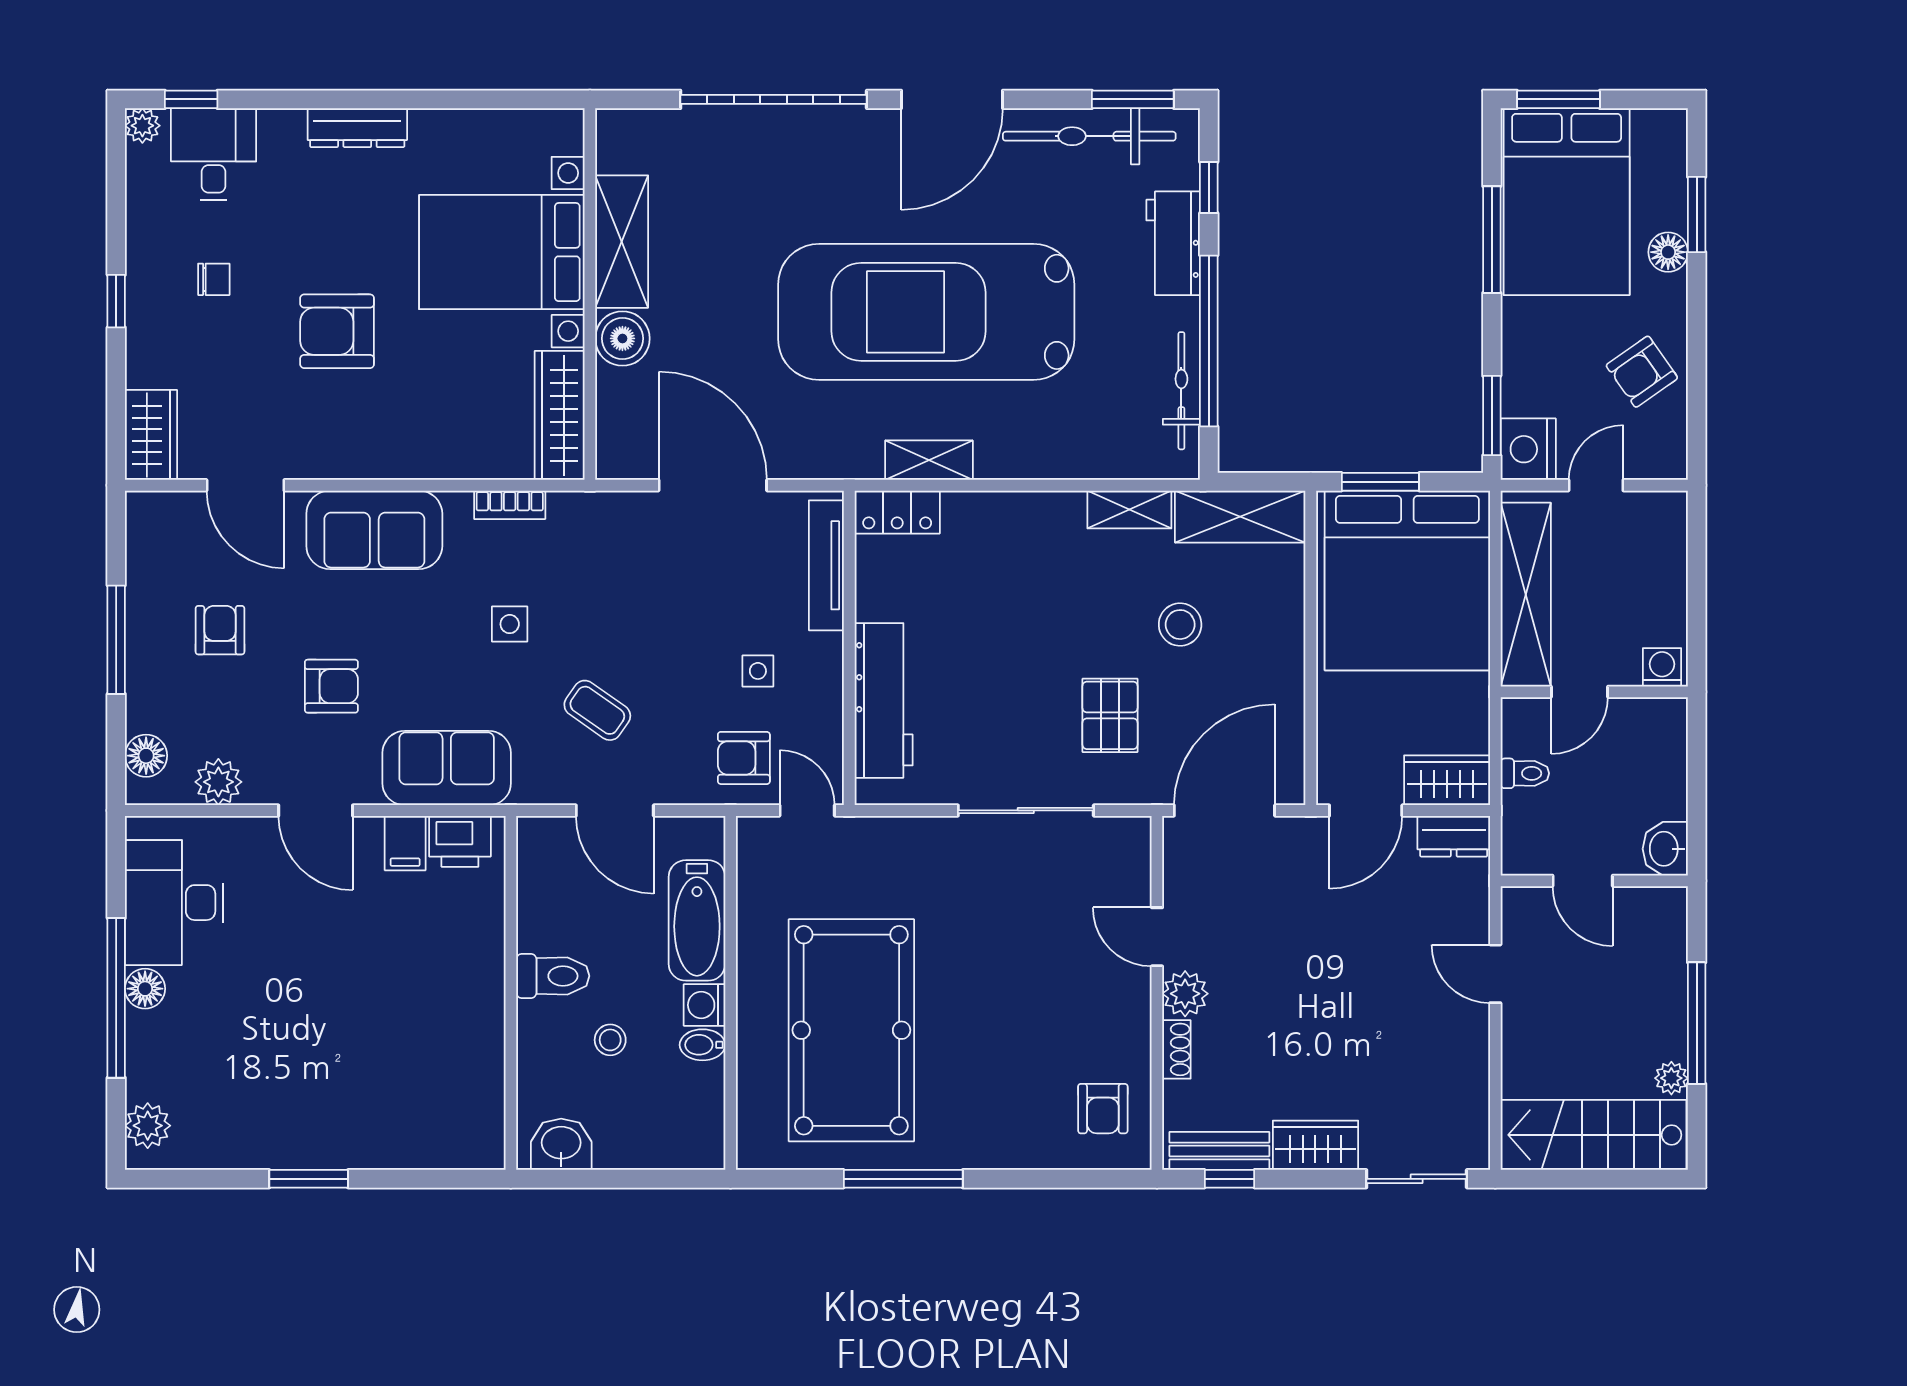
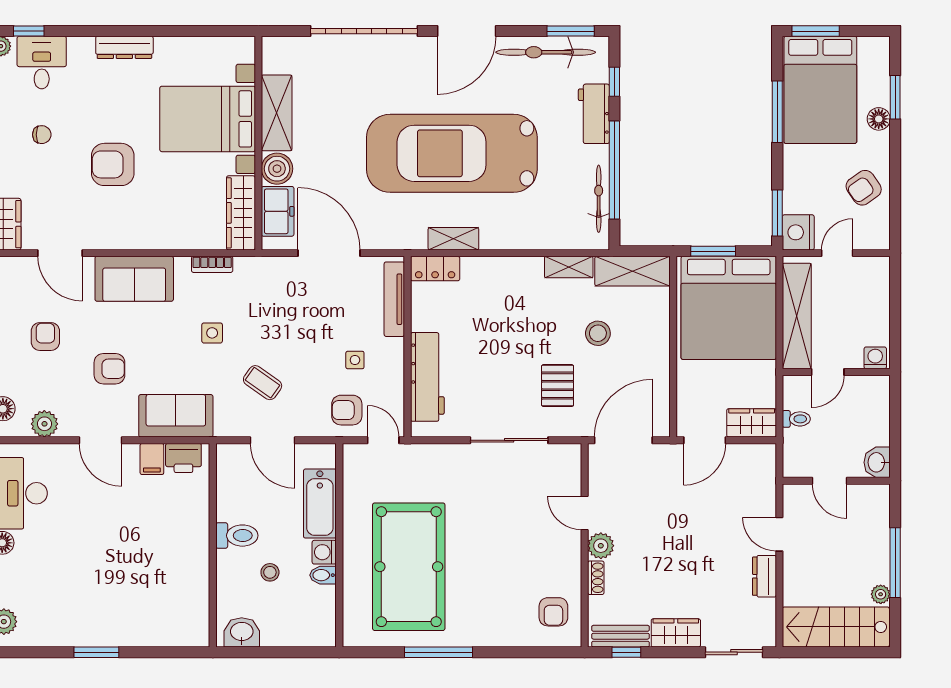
freezer: (623, 413) -> (278, 211), added
dresser: (1454, 836) -> (764, 576), moved, turned 90

